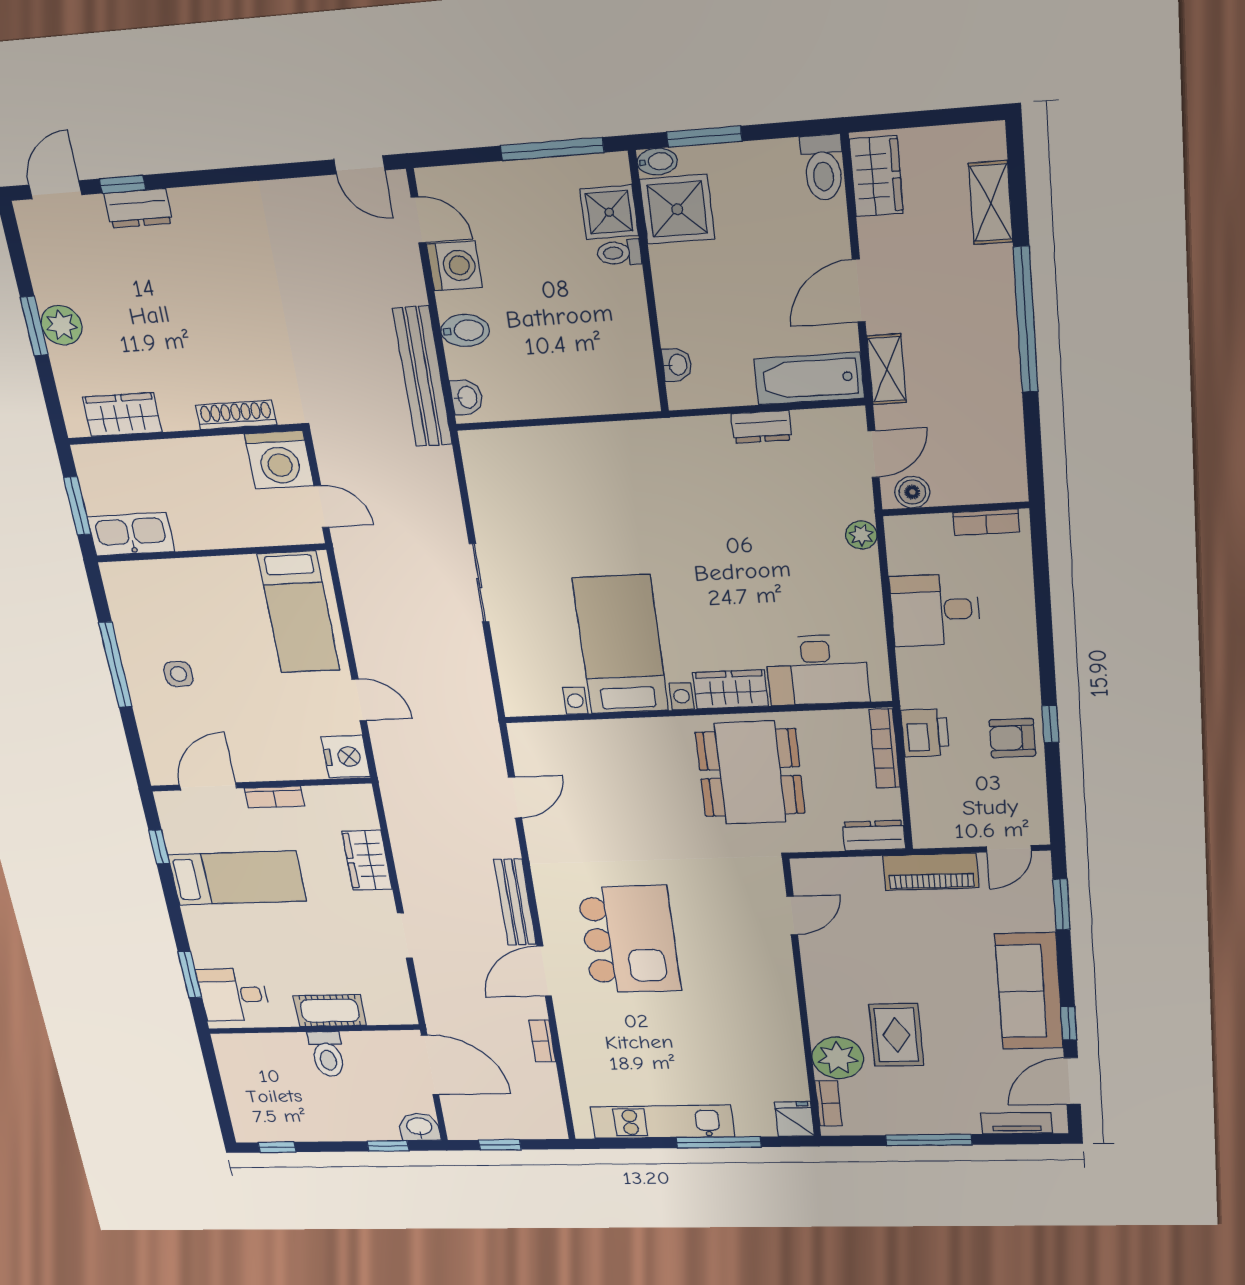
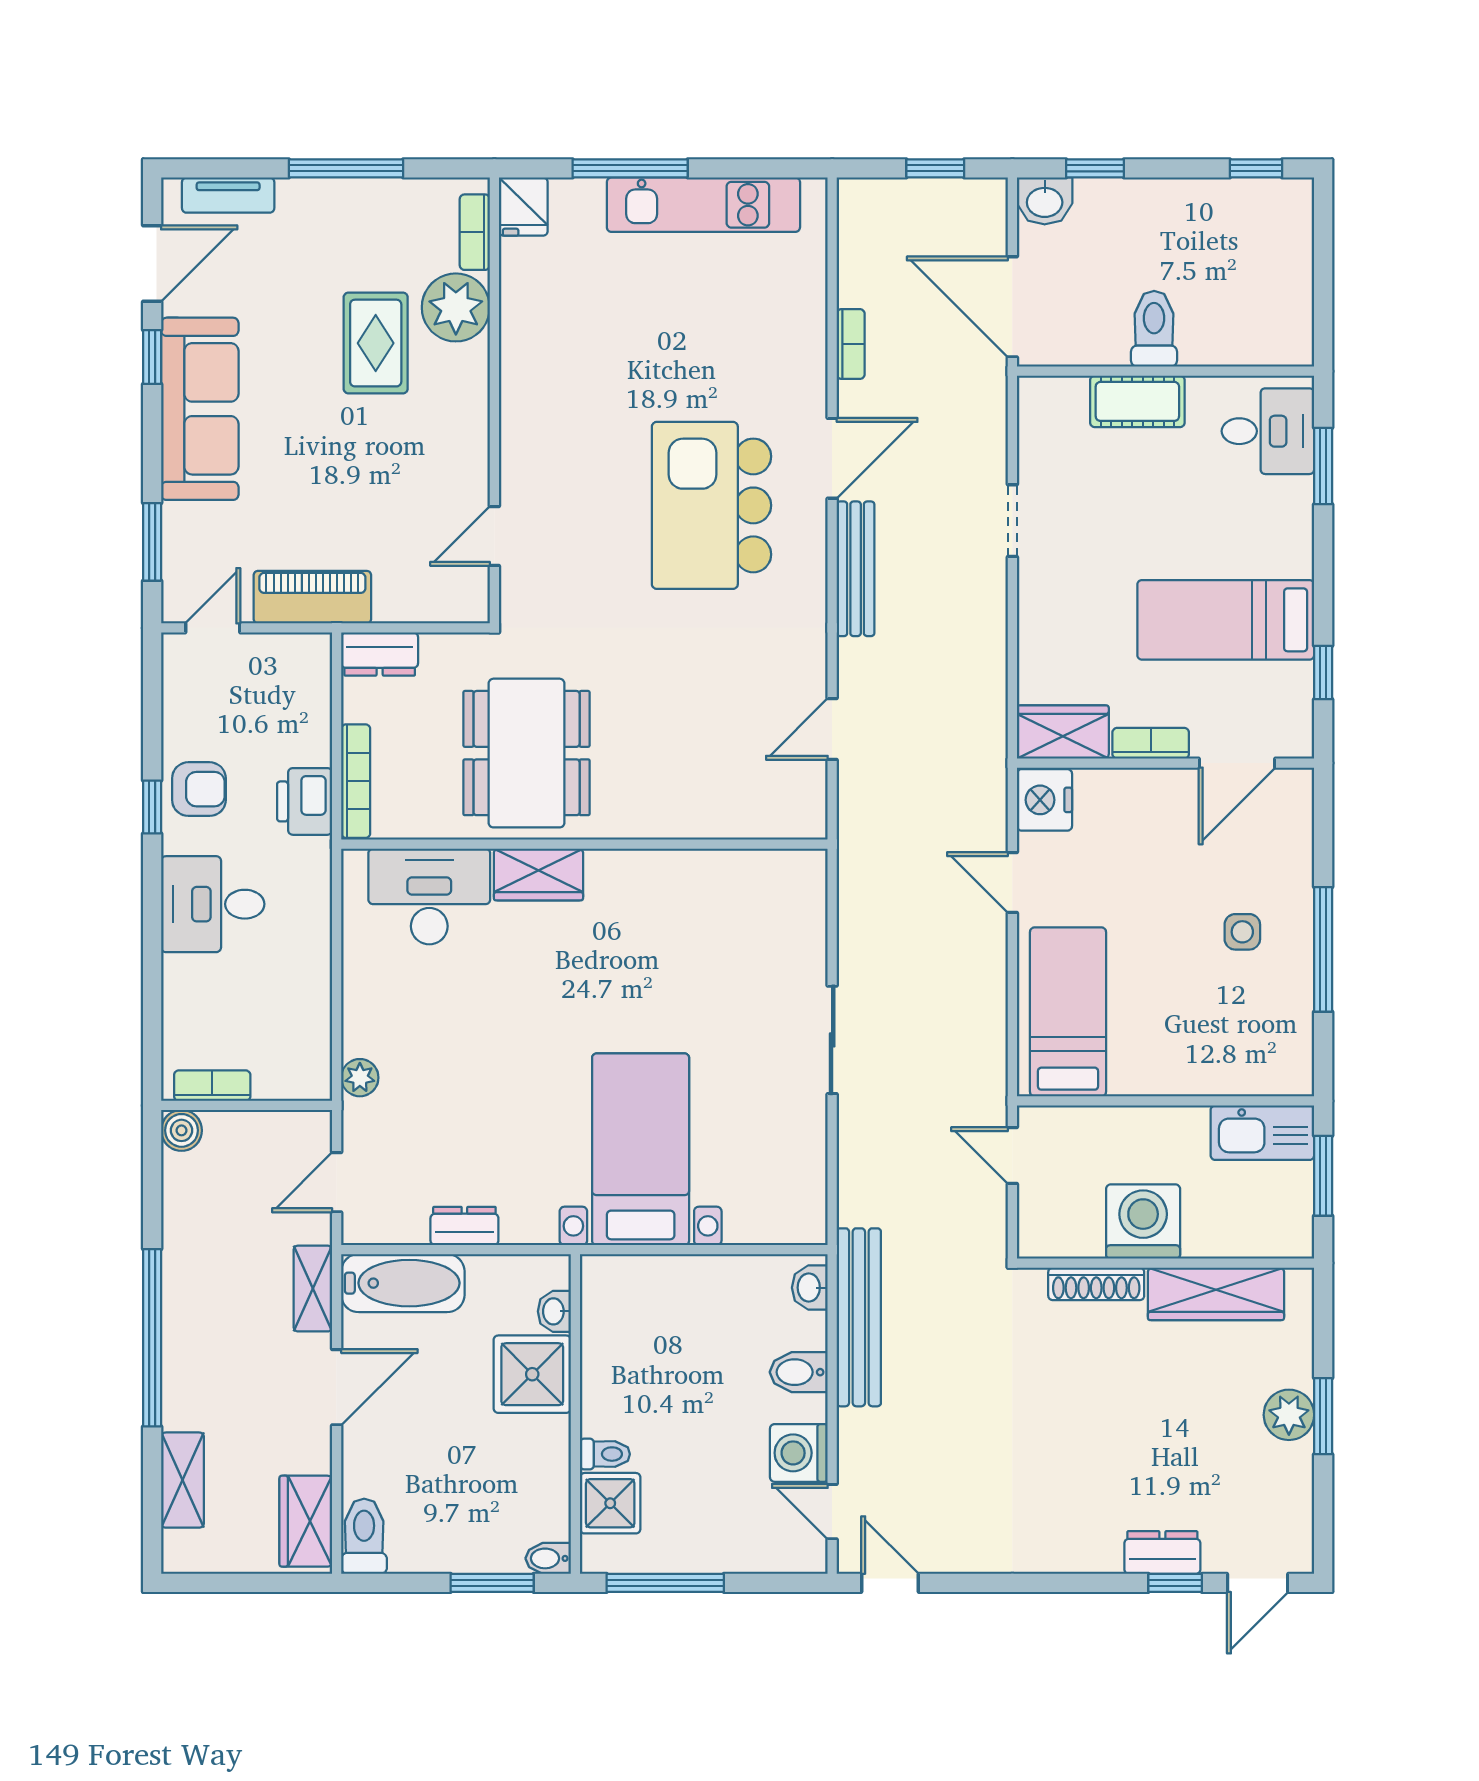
shower: (677, 209) -> (532, 1374), moved
wardrobe: (122, 415) -> (1216, 1294), width x1.50
washing machine: (279, 460) -> (1143, 1222), moved
boiler: (912, 492) -> (182, 1130), moved
desk: (935, 610) -> (213, 904), moved, turned 180
bed with nightstands: (621, 645) -> (641, 1149), moved, turned 180
wardrobe: (367, 860) -> (1063, 732), moved, turned -90

